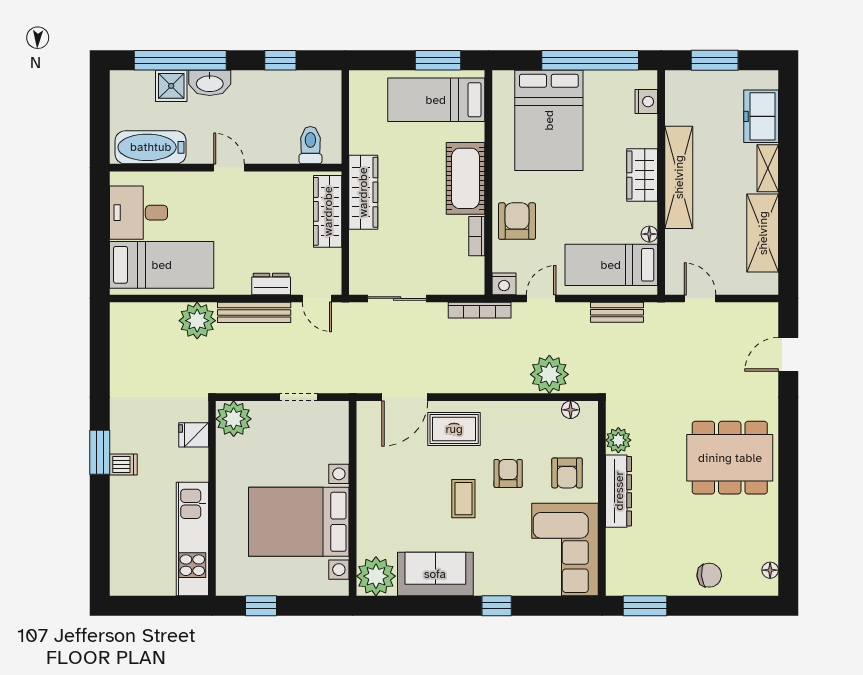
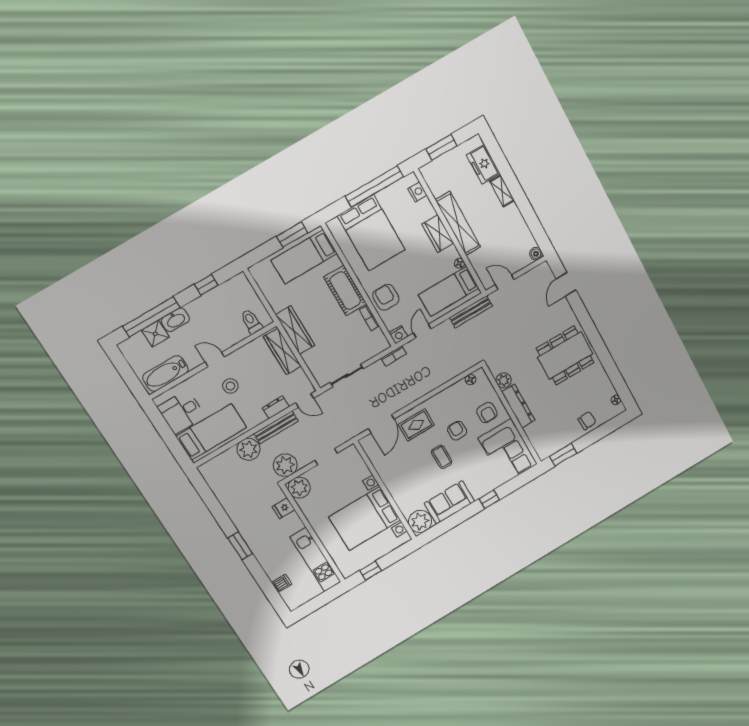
stool: (227, 217) -> (230, 386), added
shelving: (763, 233) -> (518, 228), removed
boiler: (768, 284) -> (536, 254), added
bookcase: (480, 310) -> (394, 356), width x0.64
bench: (617, 312) -> (471, 312), width x1.36
plant: (549, 374) -> (285, 465), moved
dishwasher: (123, 464) -> (282, 583), moved

